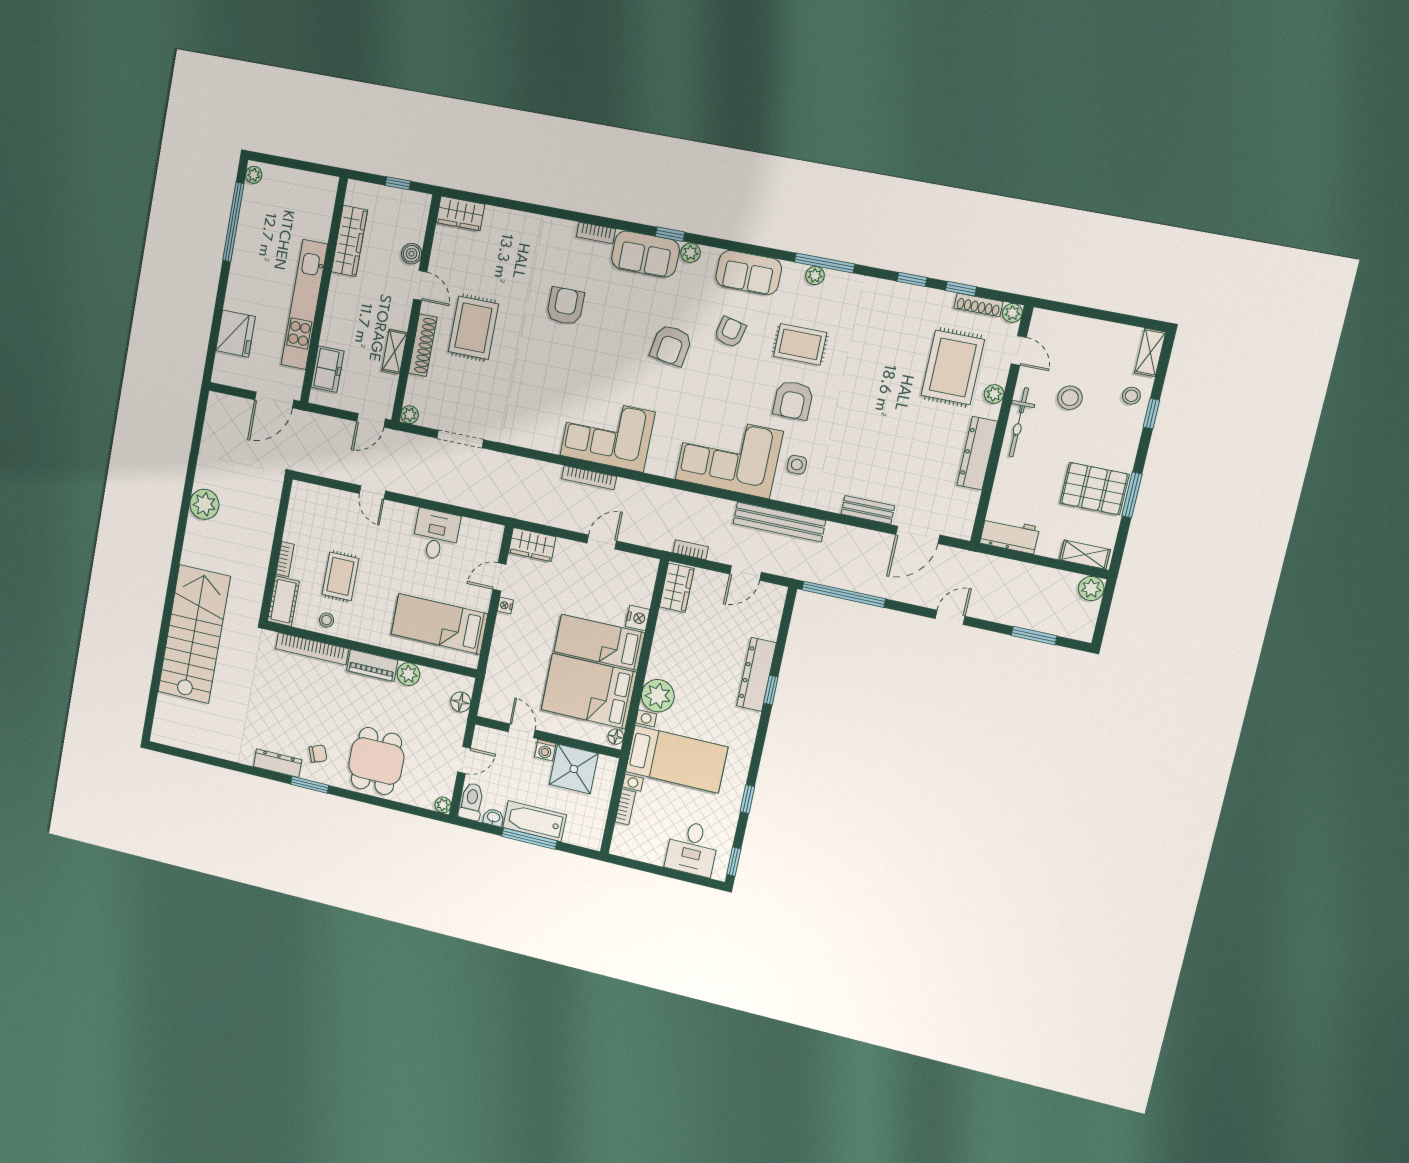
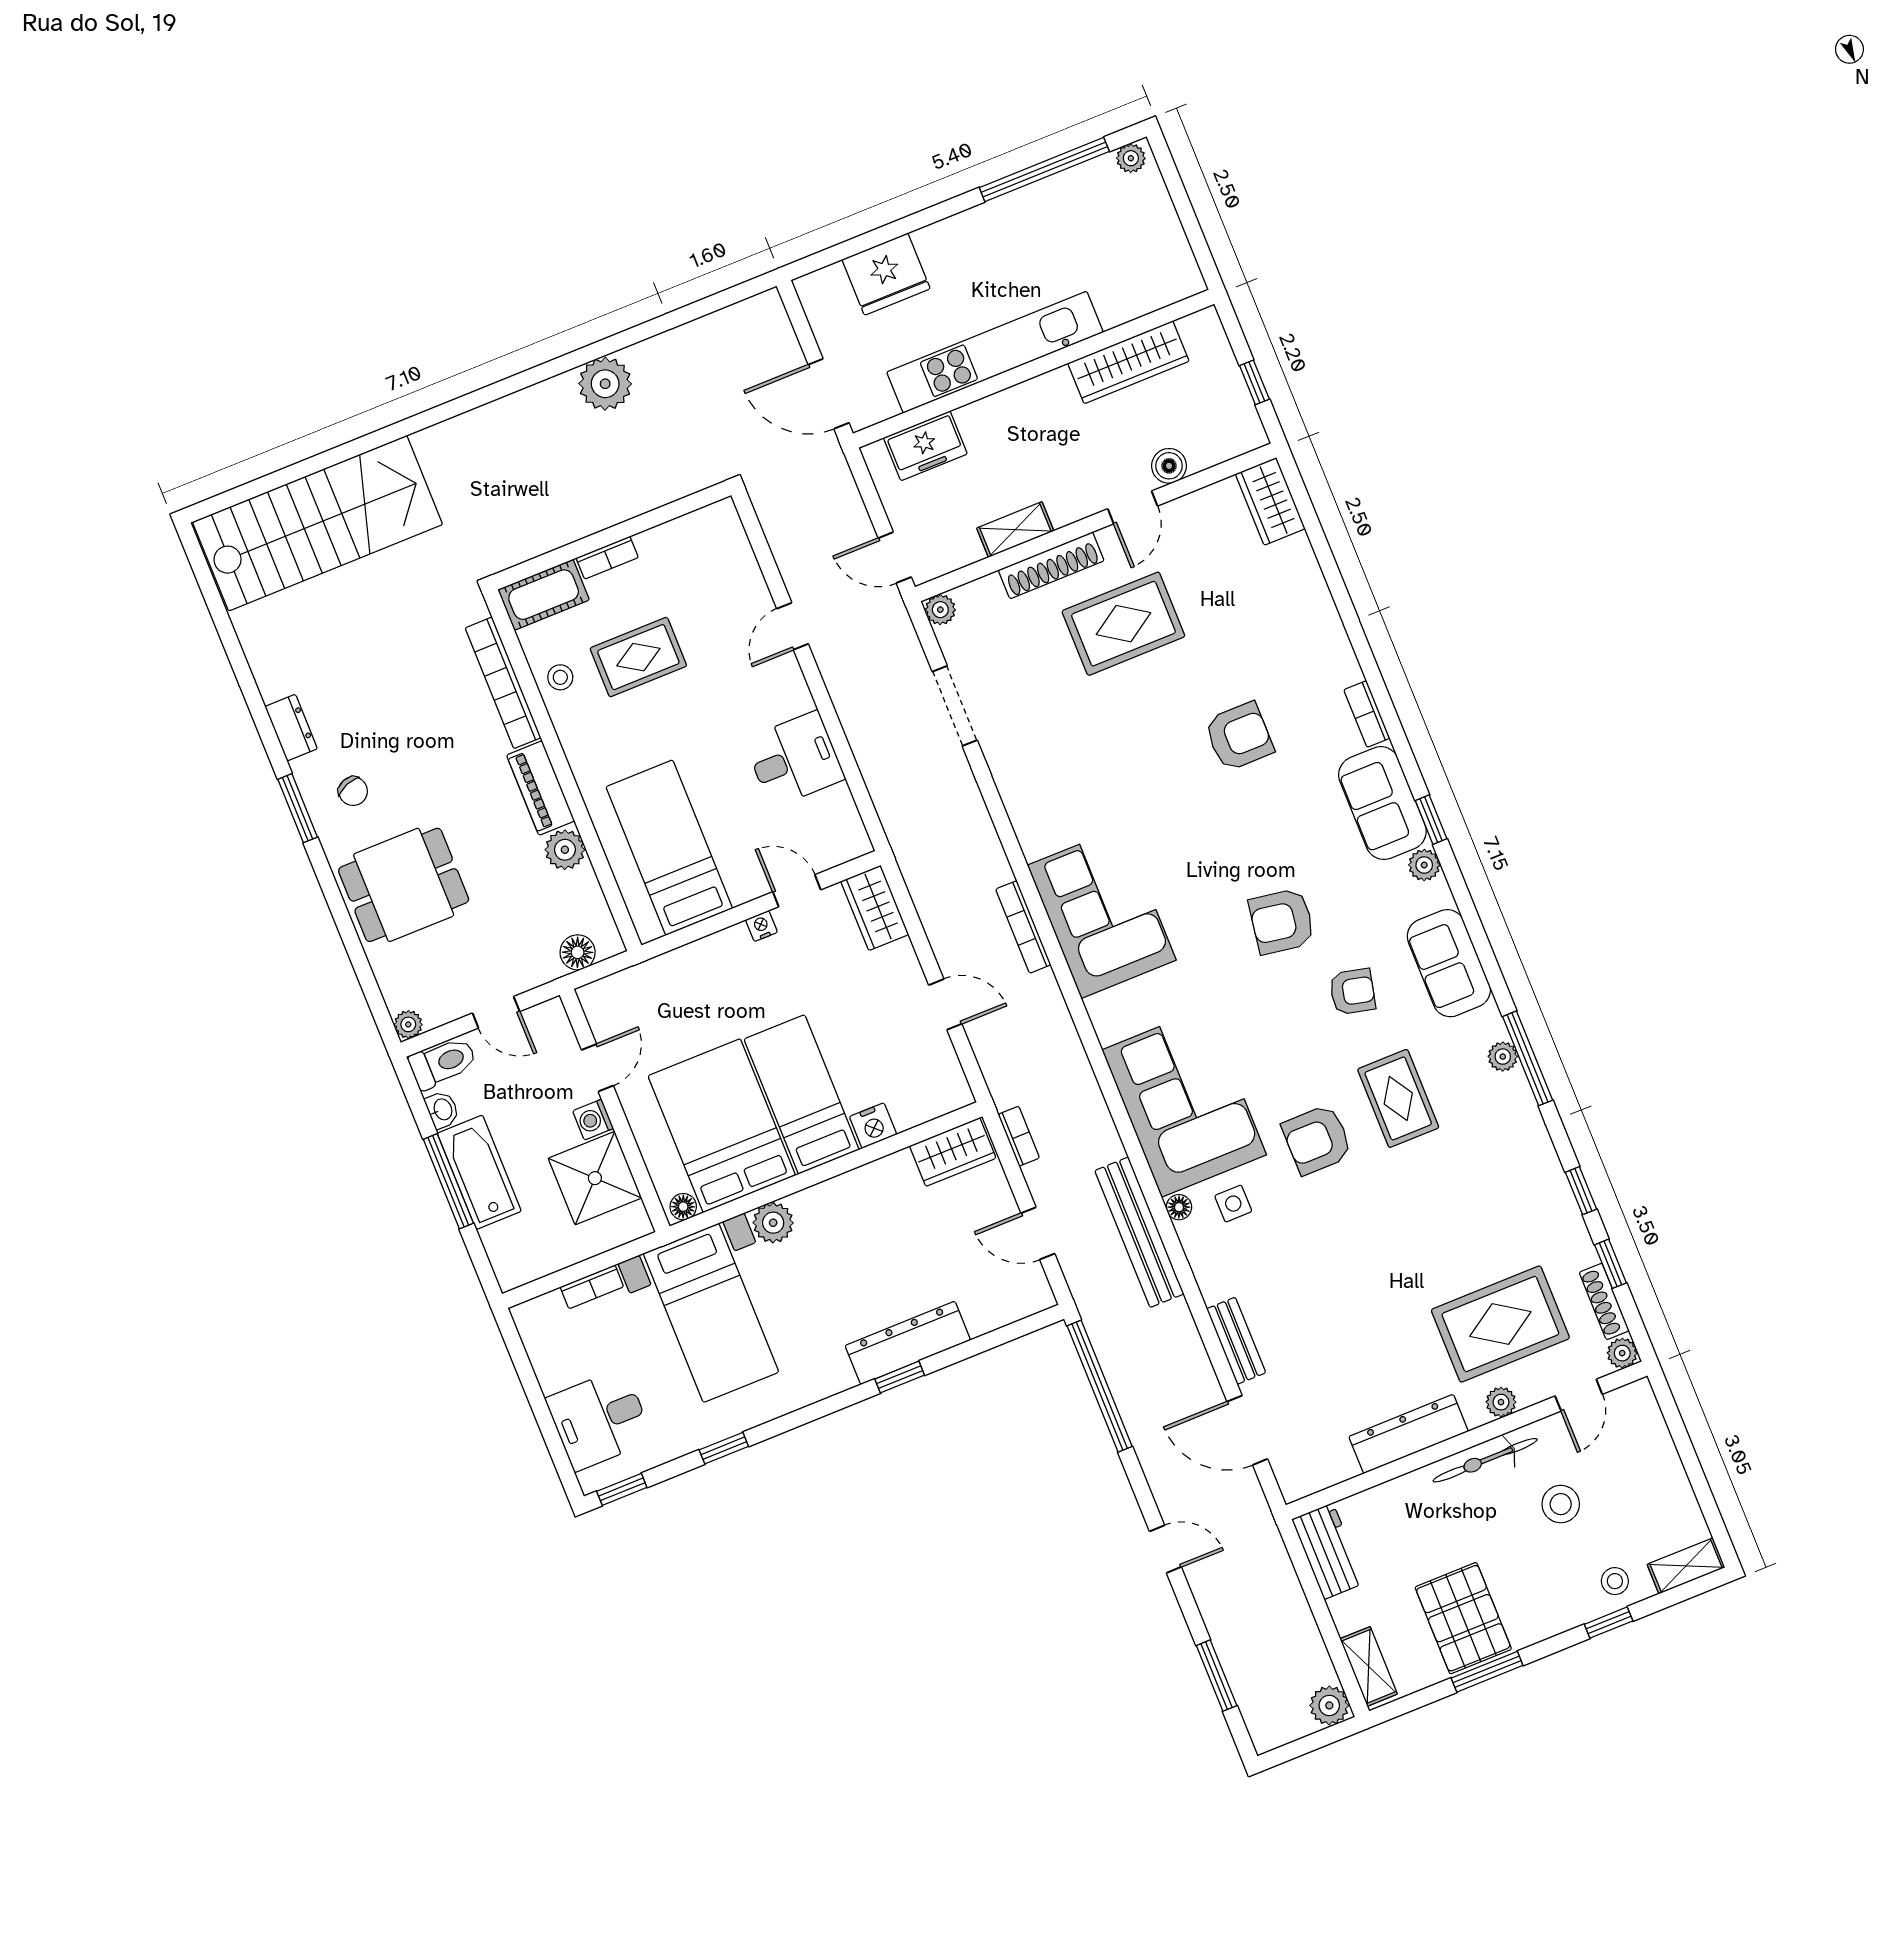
floor lamp: (780, 493) -> (1179, 1207), added
stairs: (194, 634) -> (318, 523), moved
plant: (658, 696) -> (773, 1223), width x0.73, depth x0.73
dresser: (278, 763) -> (291, 728), width x0.70

